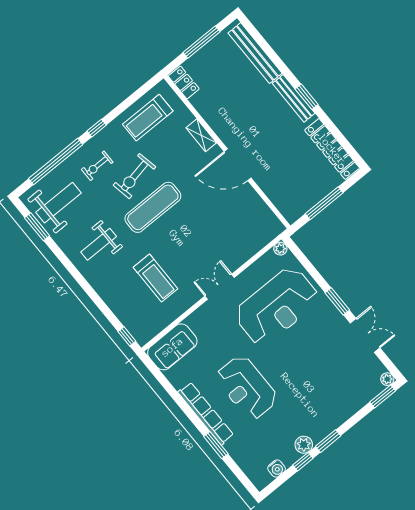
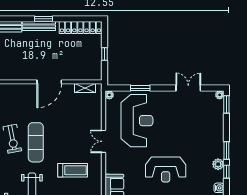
shelving: (201, 135) -> (85, 88), moved
window: (324, 203) -> (105, 54), width x0.46
window: (337, 301) -> (140, 88), moved

